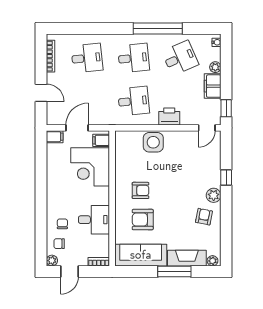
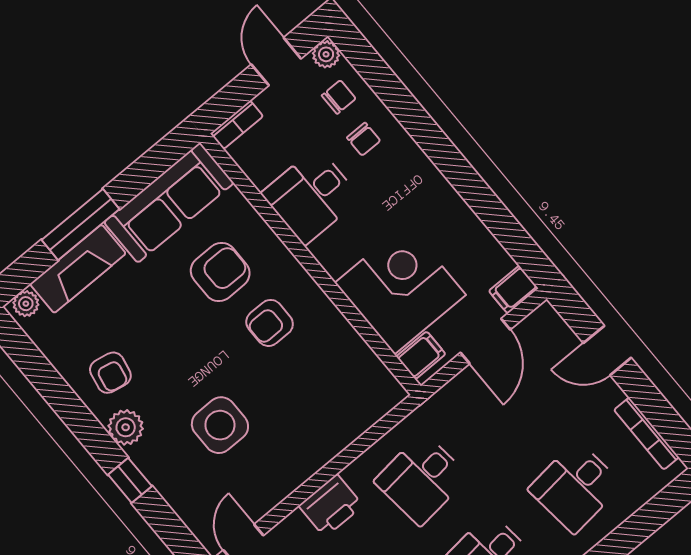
side table: (153, 142) -> (220, 425), moved

